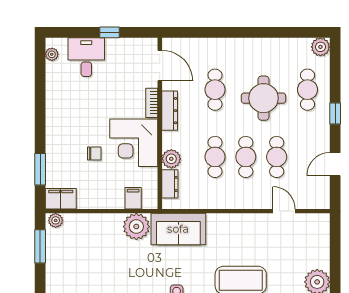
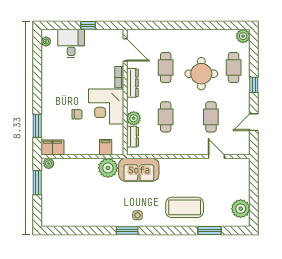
cafe table: (246, 157) -> (188, 117), removed

